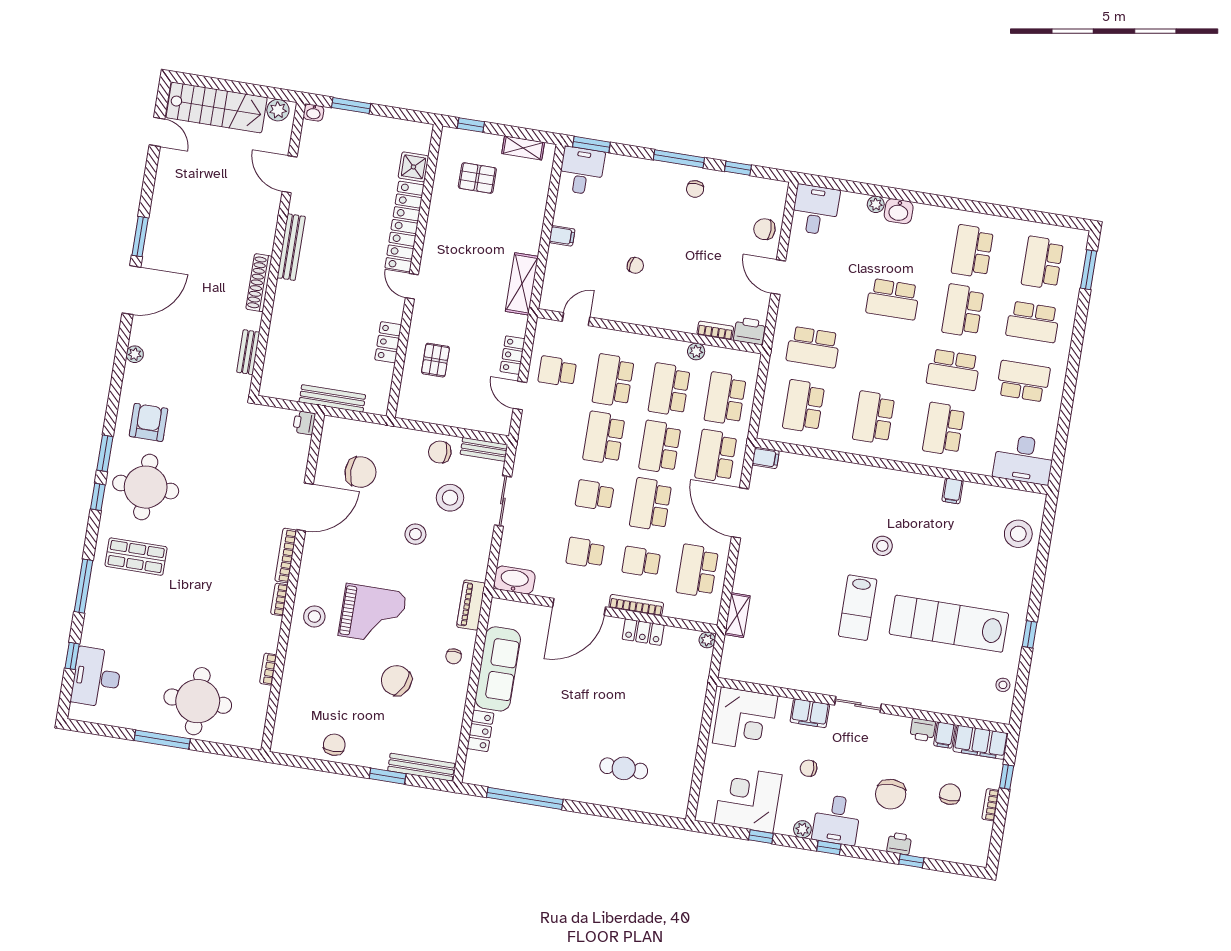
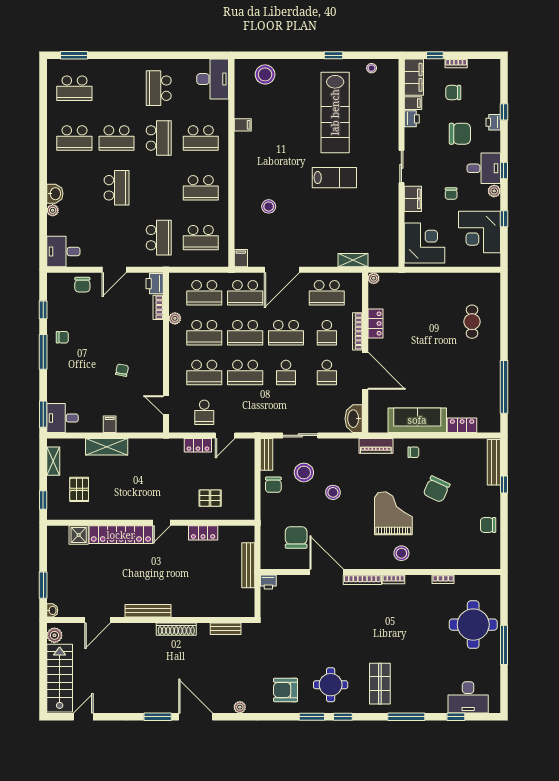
shelving: (522, 284) -> (107, 447), moved
school desk: (1033, 322) -> (117, 88), removed
round table: (146, 487) -> (331, 685), width x0.73, depth x0.73
stool: (882, 546) -> (269, 206), moved
window: (388, 776) -> (504, 485), width x0.67

